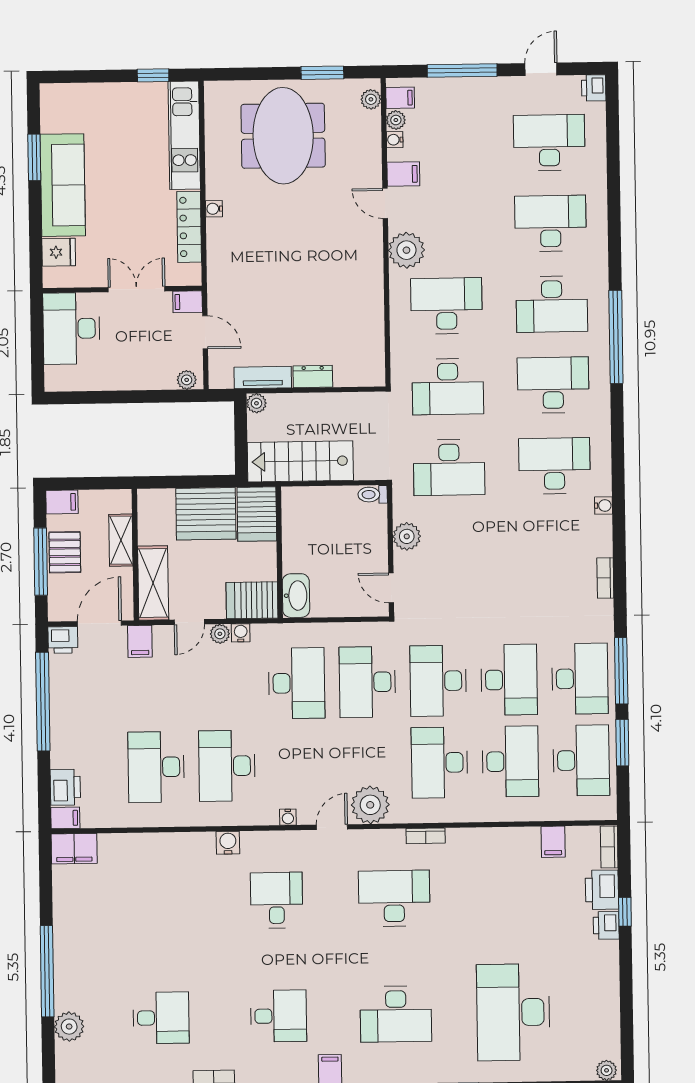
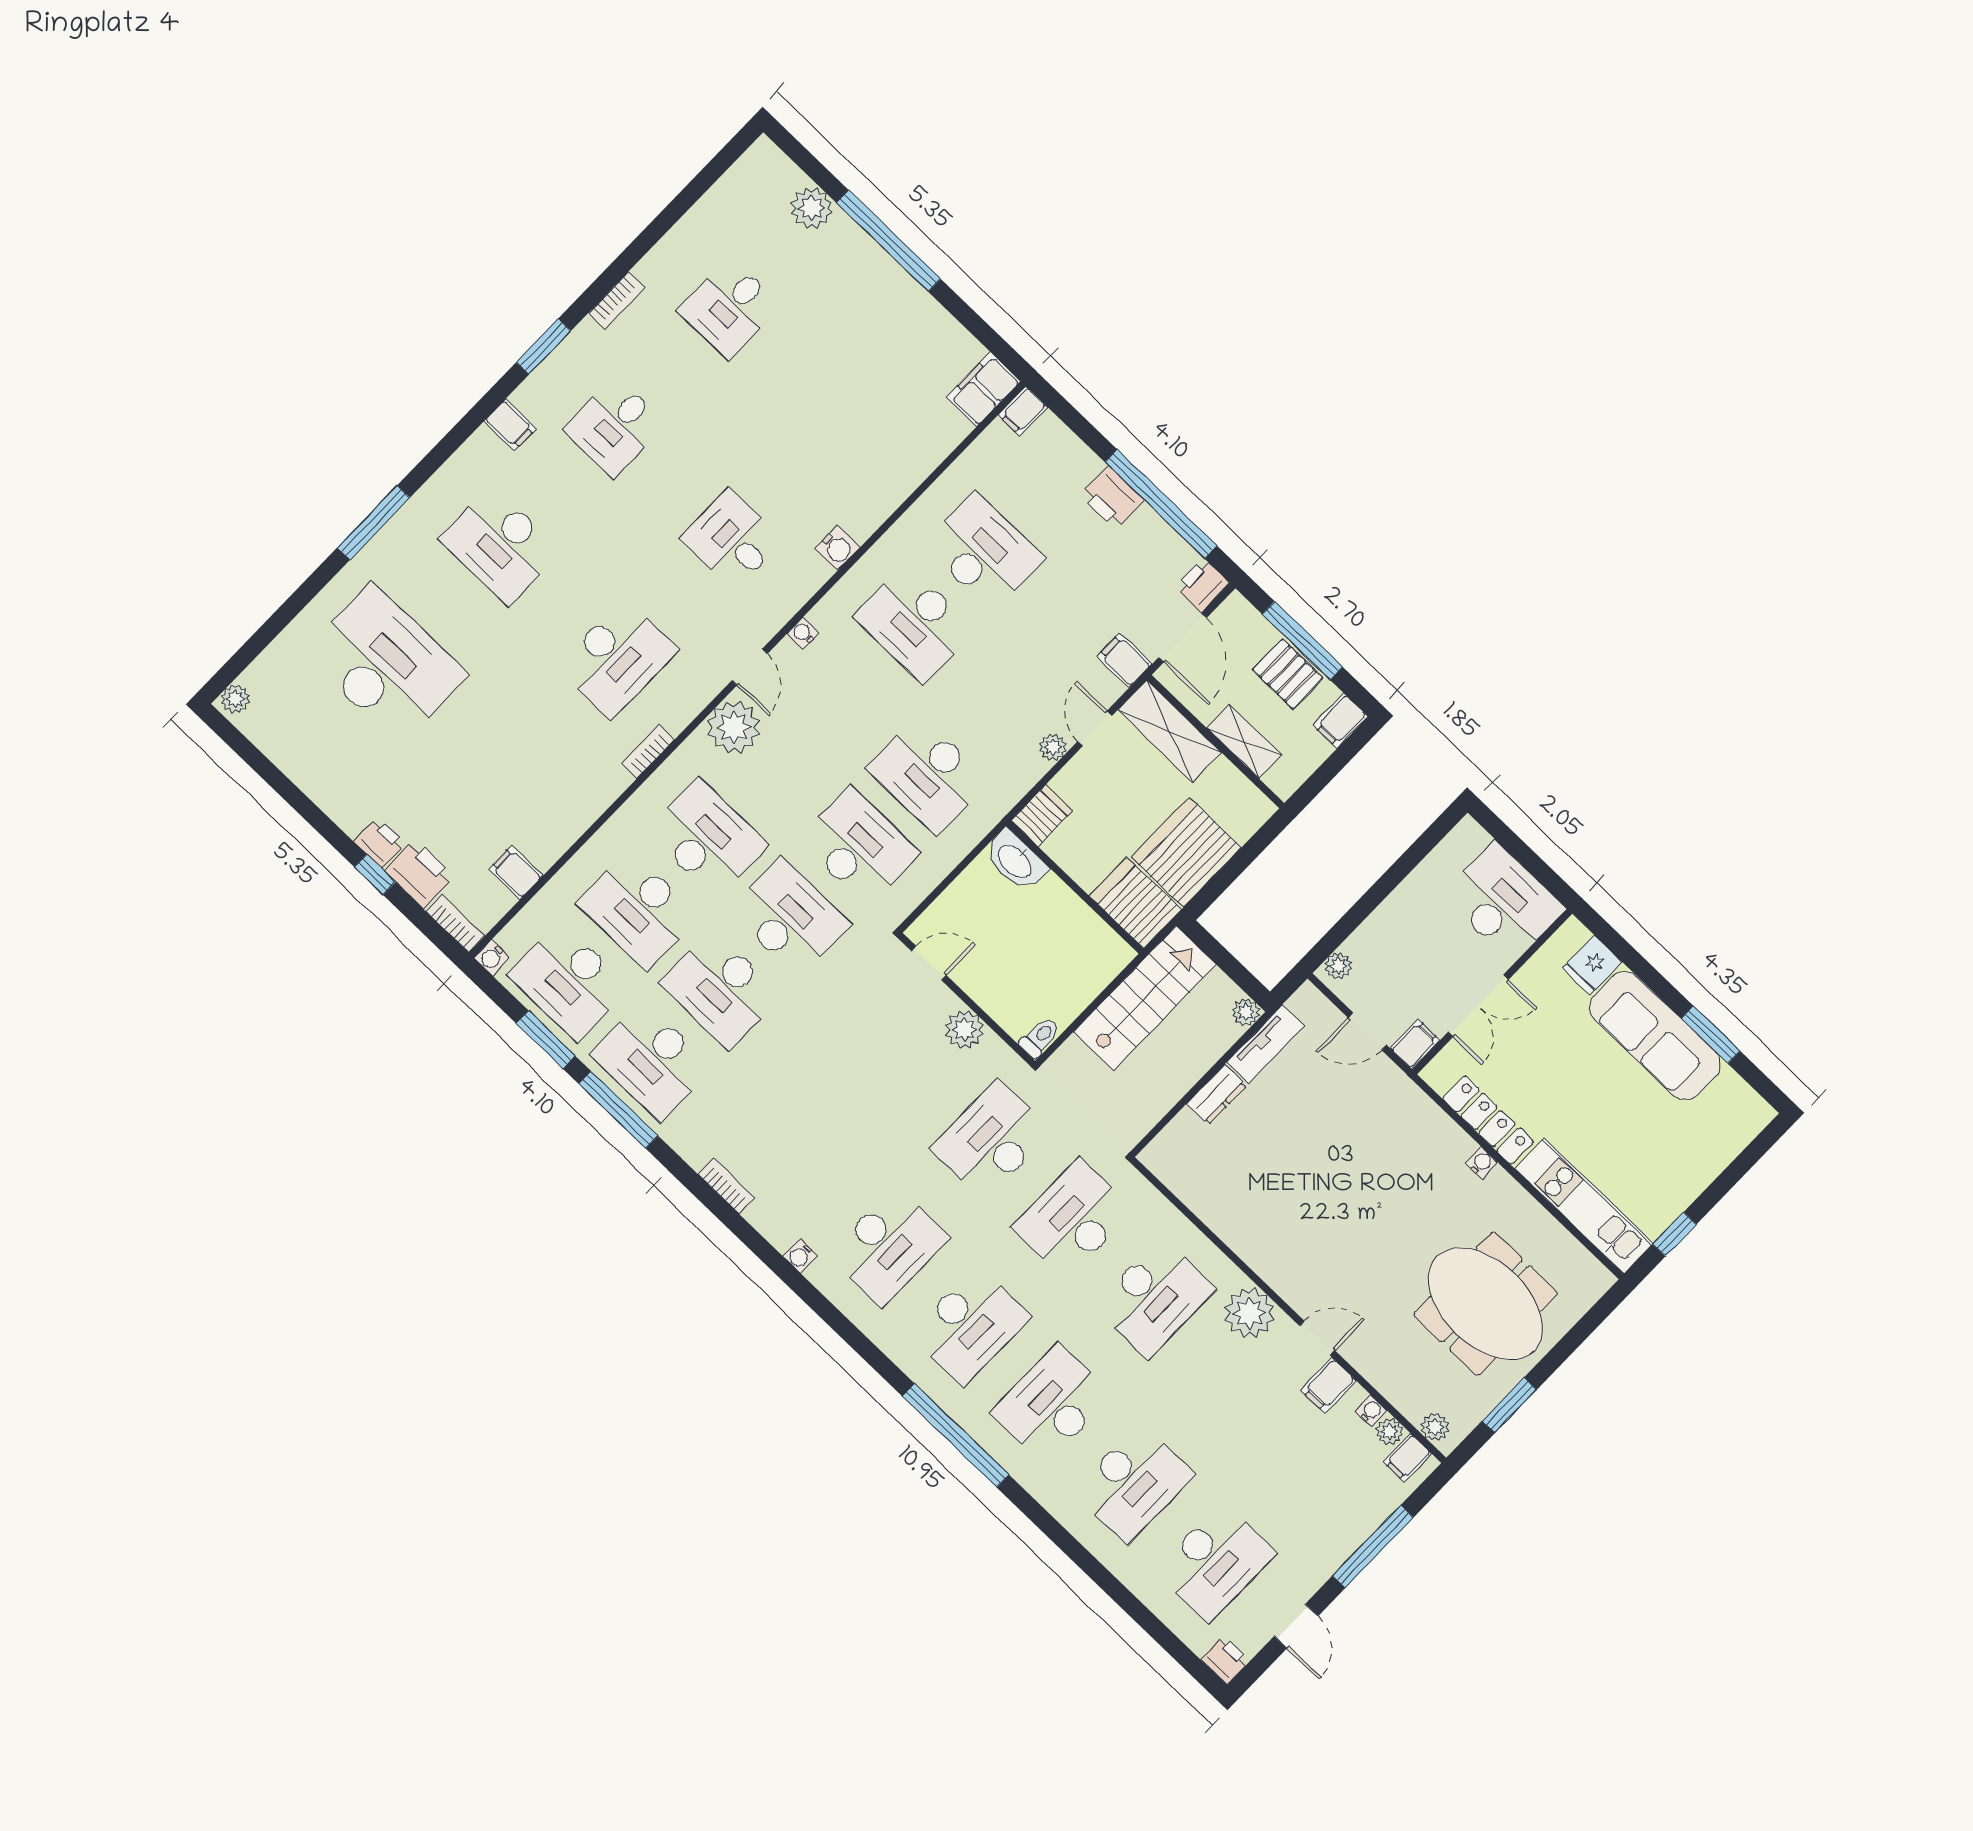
server rack: (252, 600) -> (1042, 816), width x0.73, depth x0.70
water cooler: (241, 633) -> (492, 957), moved, turned 90
desk: (227, 766) -> (914, 623), turned 180
printer: (65, 787) -> (1112, 498), moved
desk: (277, 900) -> (732, 540), turned 180
desk: (396, 1014) -> (500, 545), turned -90

